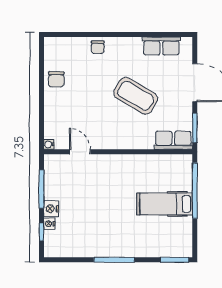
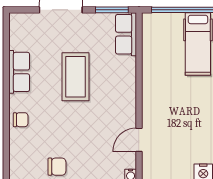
row of seats: (161, 46) -> (19, 72), moved
coffee table: (136, 96) -> (76, 77), turned -31

